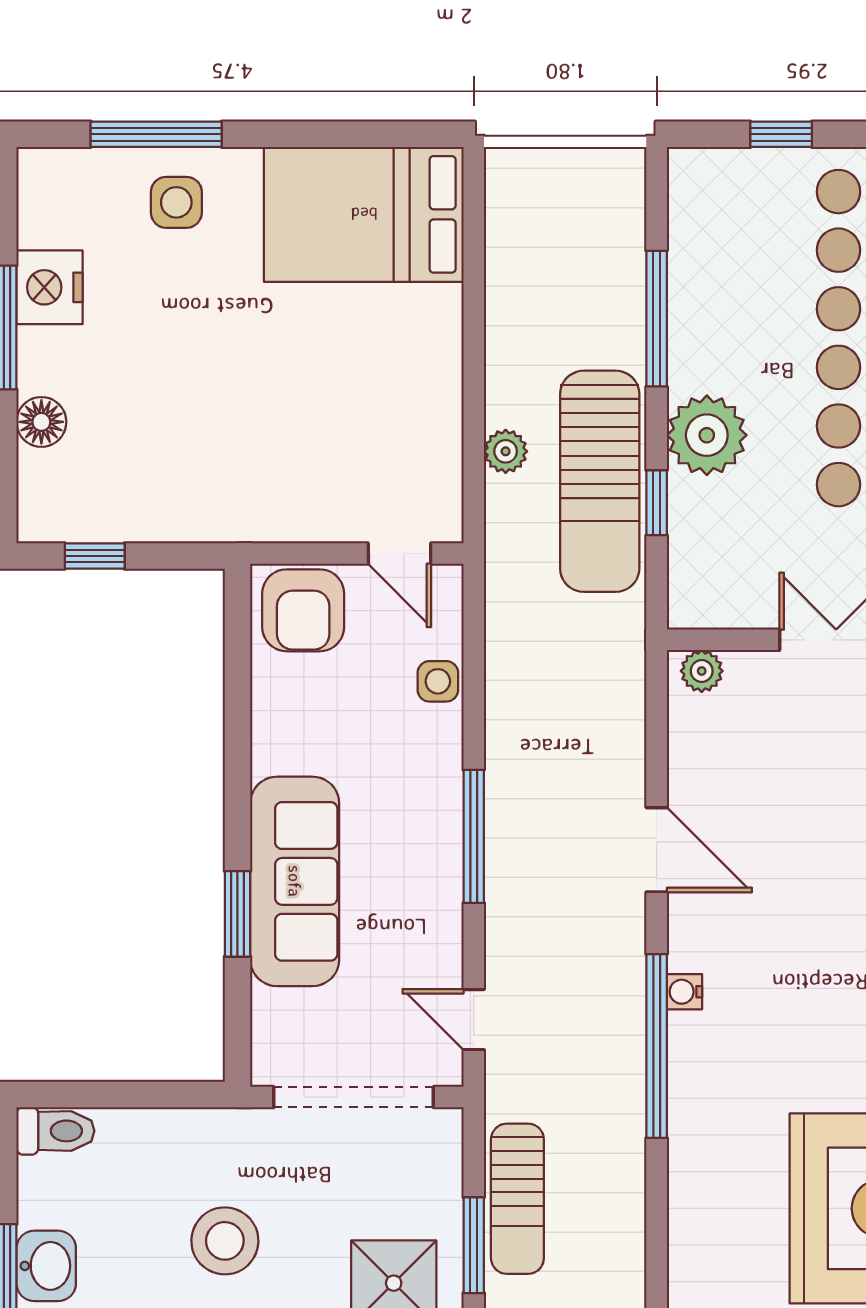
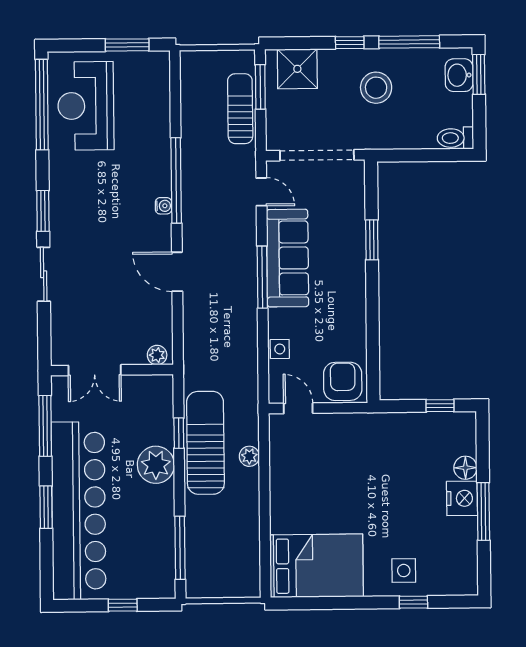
window: (156, 134) -> (413, 602), width x0.46
nightstand: (50, 287) -> (462, 498), moved
window: (657, 319) -> (180, 548), moved
sofa: (295, 881) -> (288, 258), moved, turned 180

